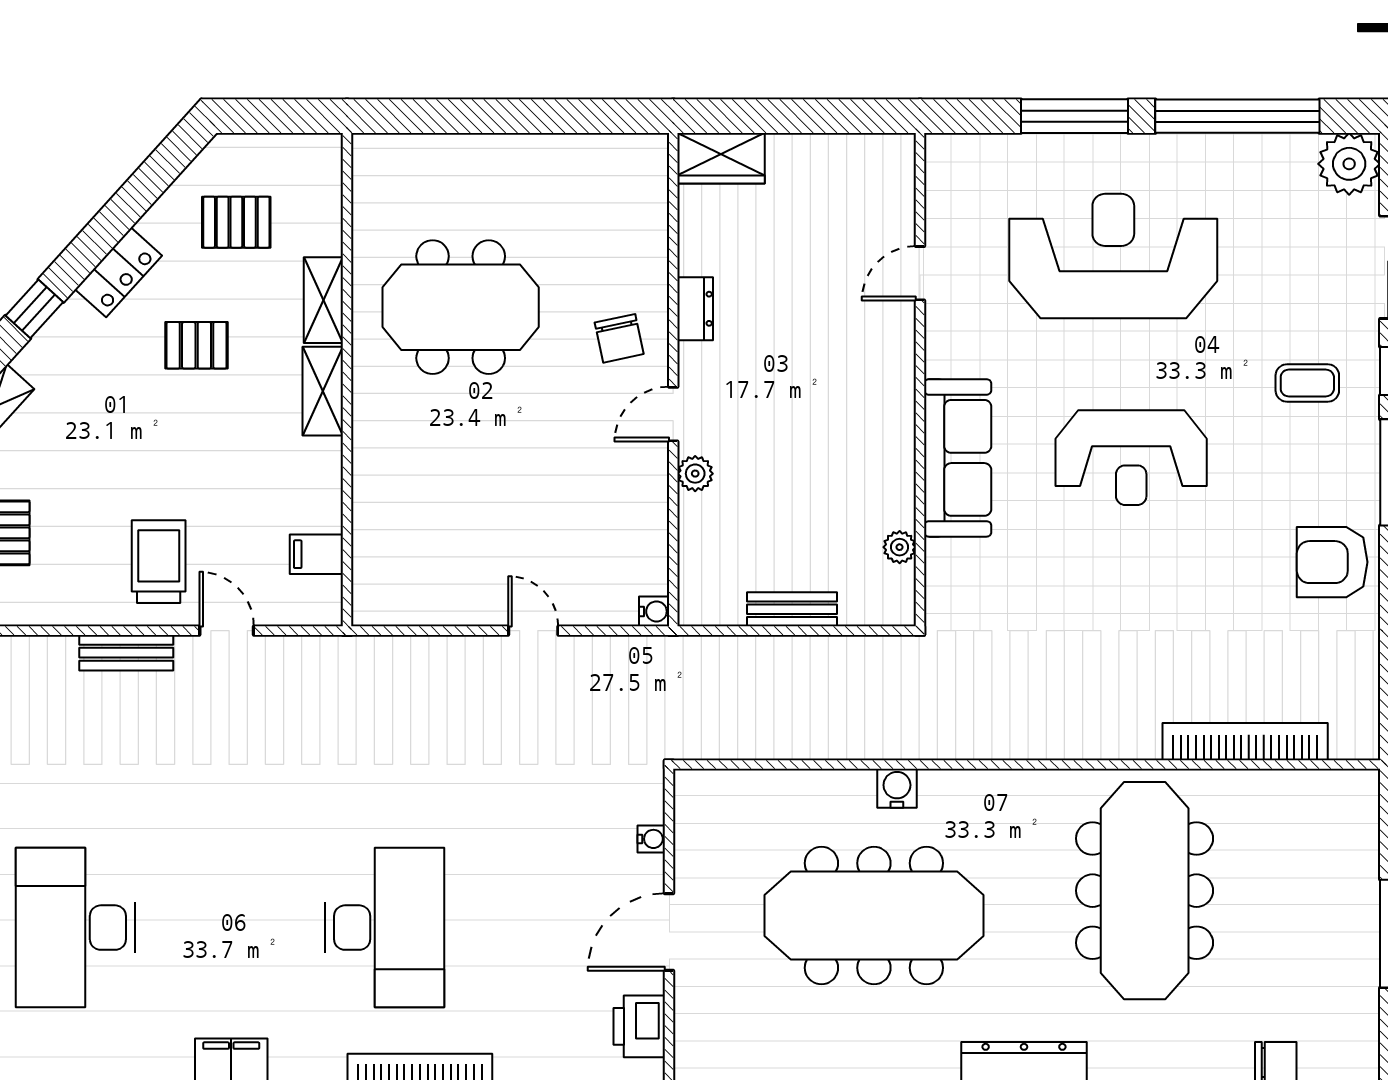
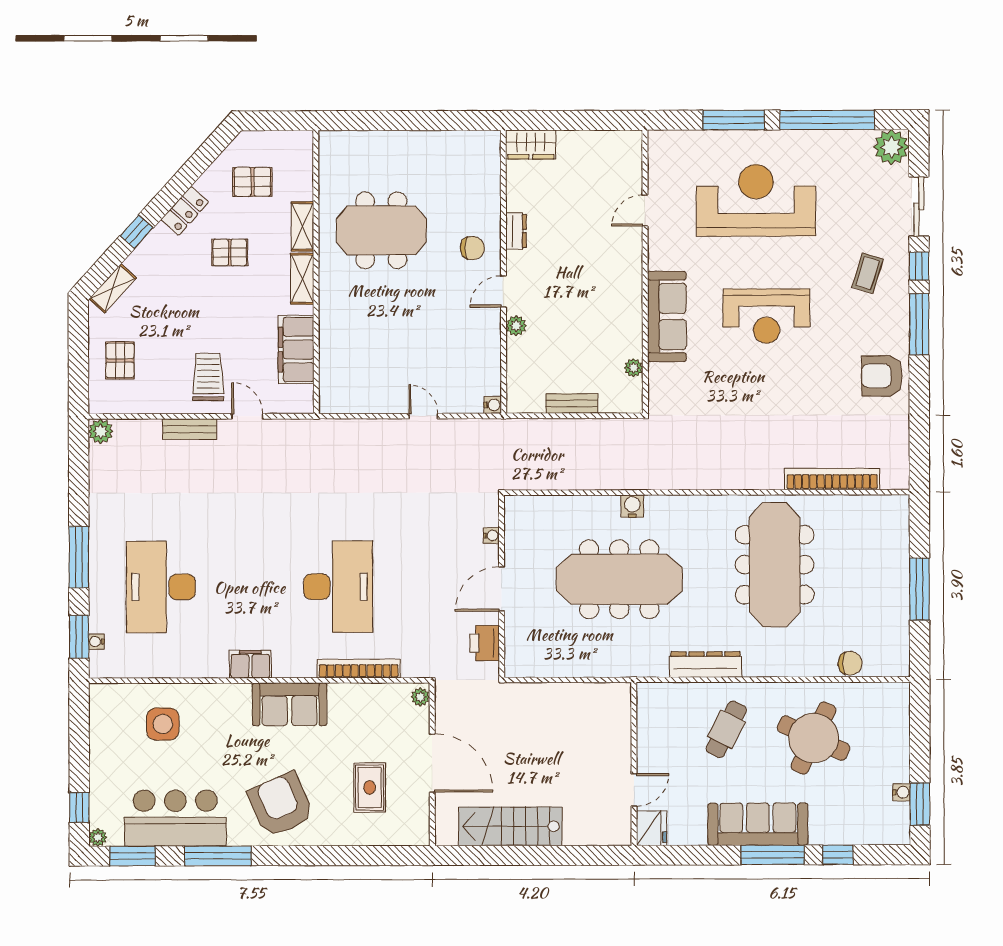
chair: (619, 338) -> (472, 248), turned -78
coffee table: (1307, 383) -> (868, 273), turned -73
filing cabinet: (316, 554) -> (296, 350), width x3.00, depth x1.17

